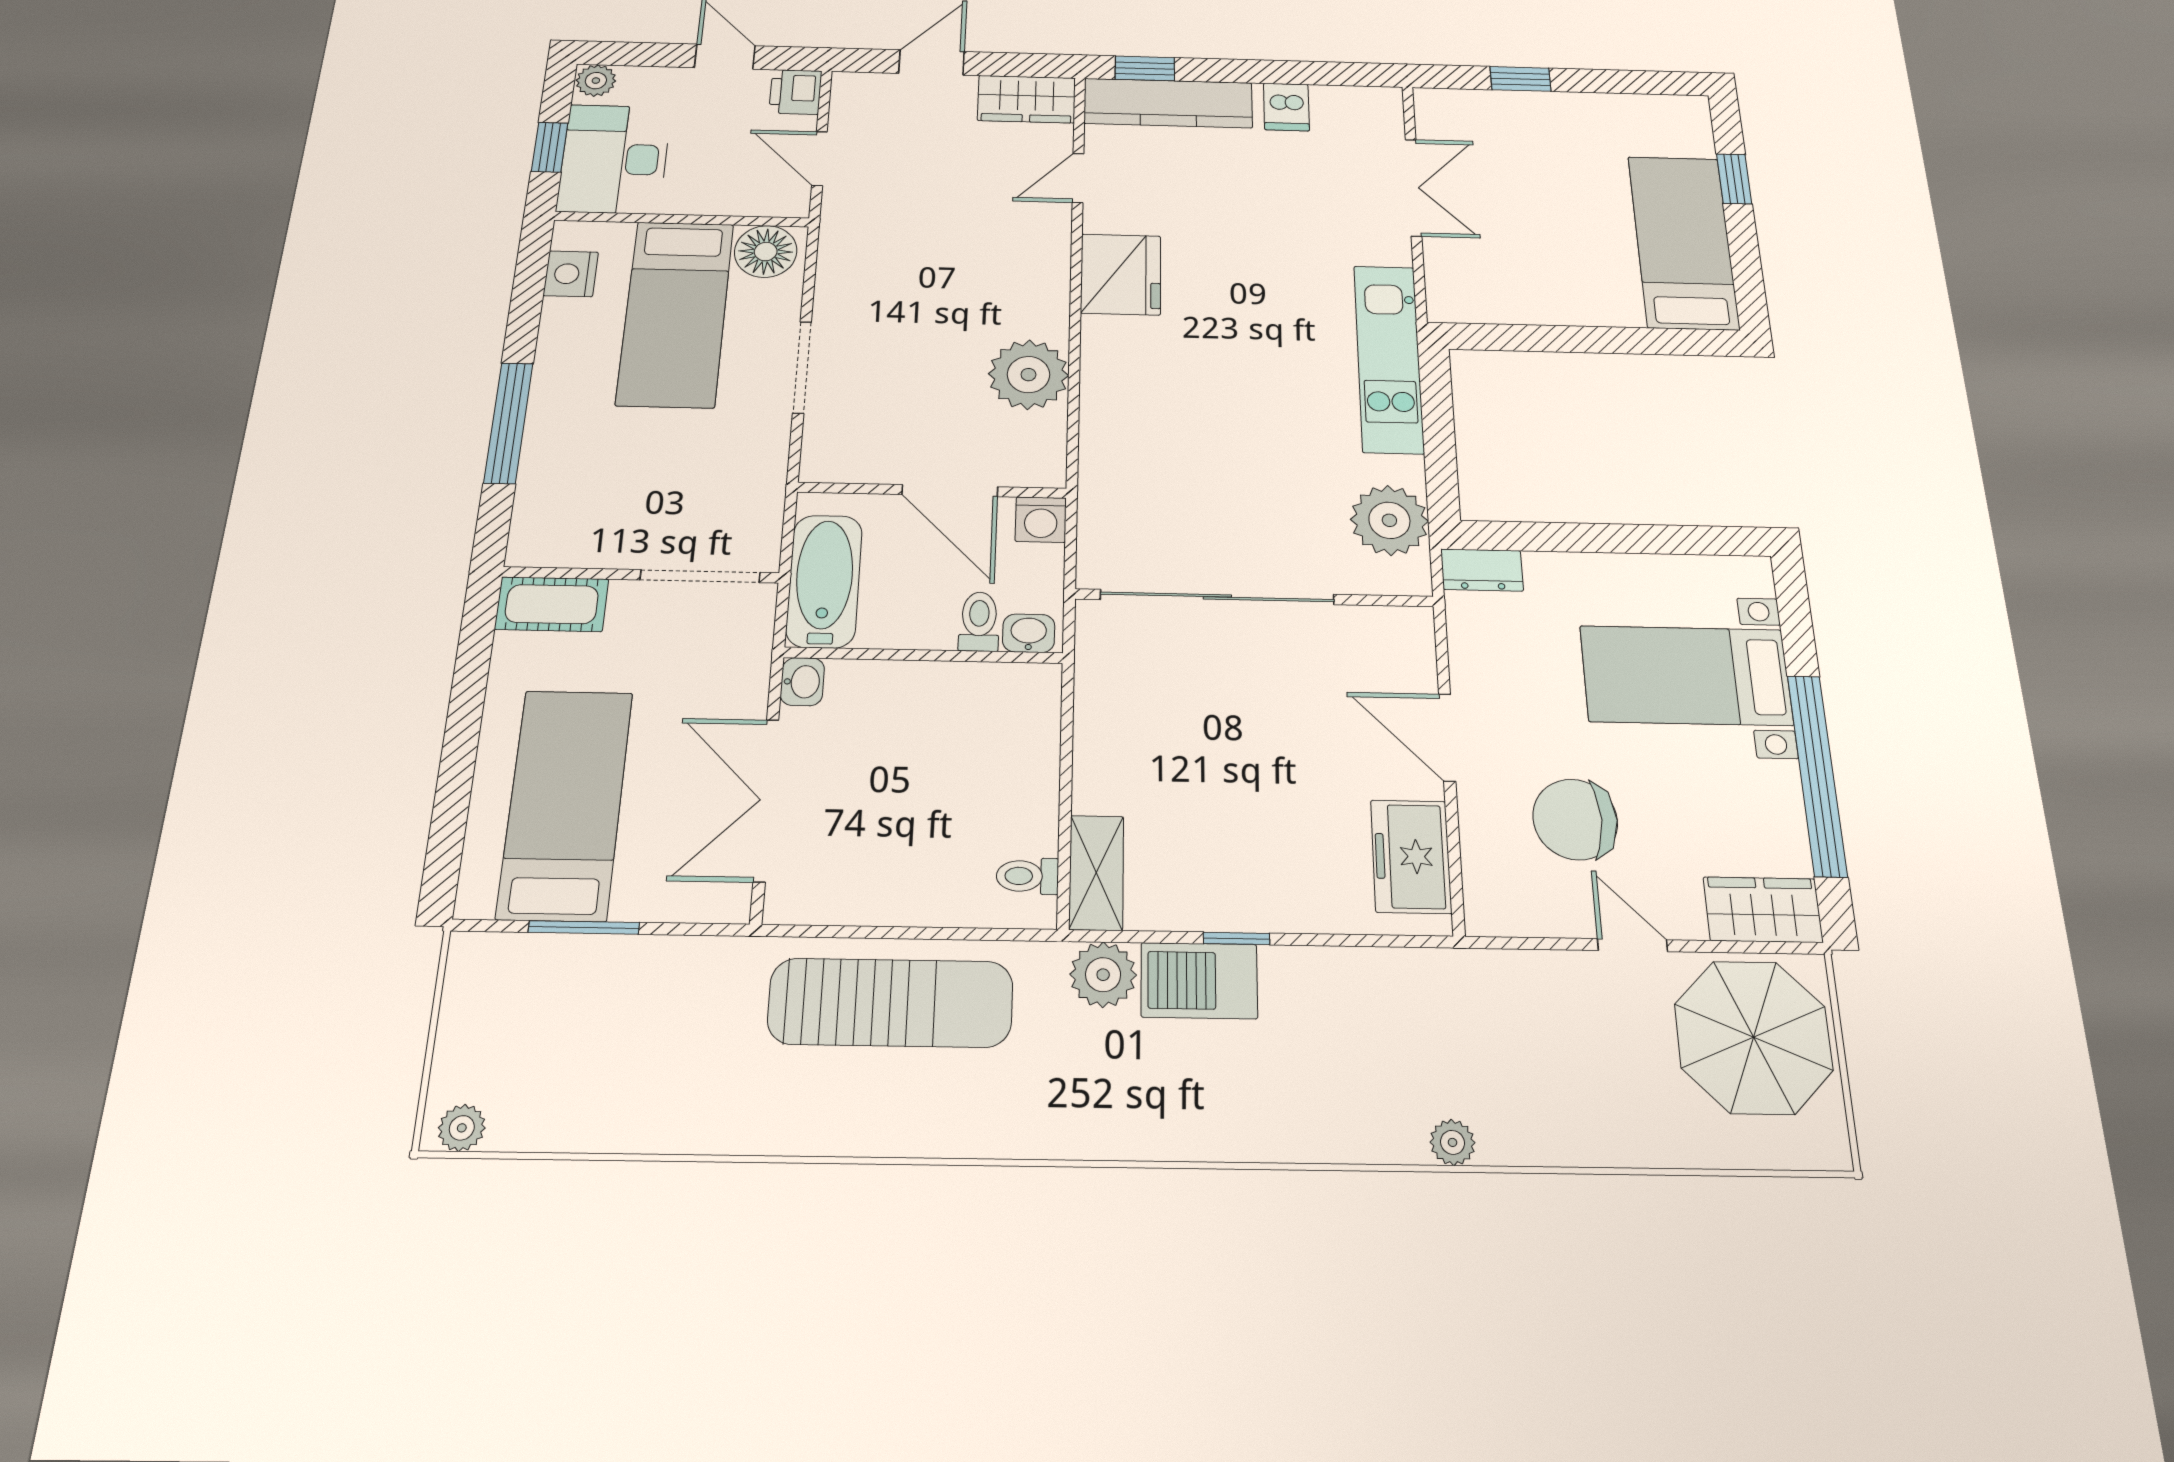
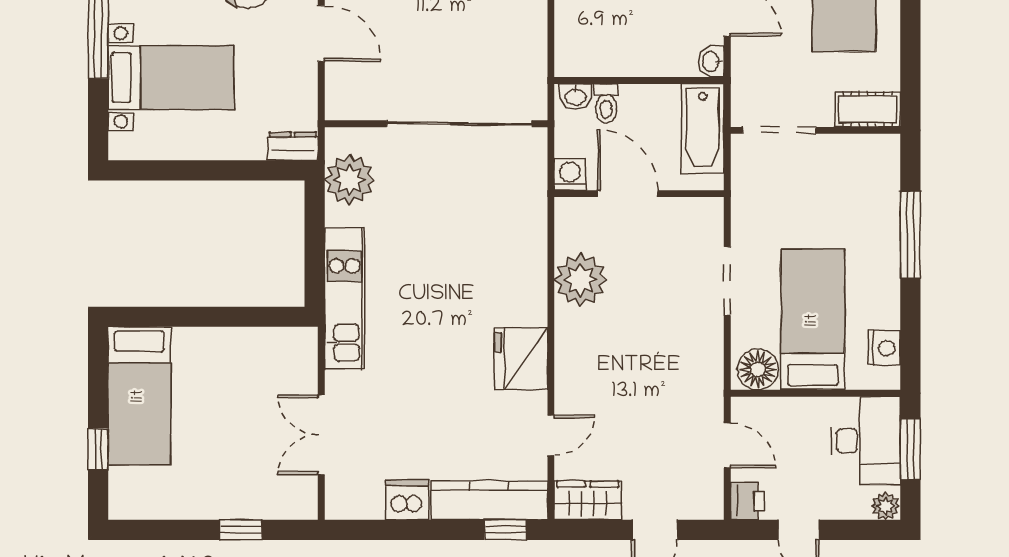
dishwasher: (1286, 107) -> (407, 500), width x1.38
window: (550, 147) -> (910, 449), width x1.50

